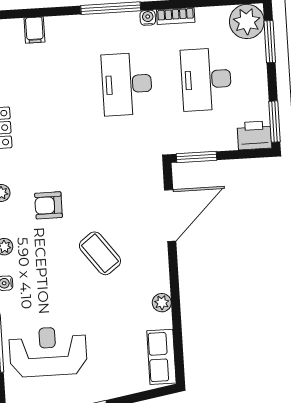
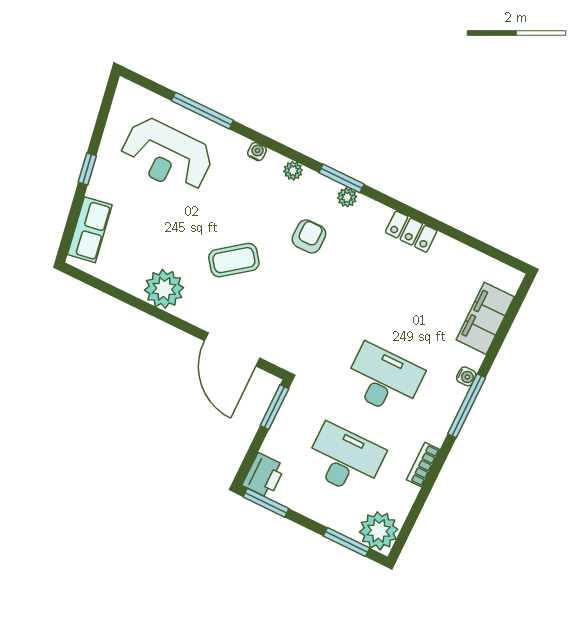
water cooler: (148, 18) -> (466, 376), moved
filing cabinet: (34, 30) -> (485, 318), width x3.00, depth x1.17
plant: (162, 303) -> (164, 289), width x1.88, depth x1.88
reception desk: (48, 352) -> (167, 155), turned 90
row of seats: (161, 357) -> (90, 230), moved, turned 80

